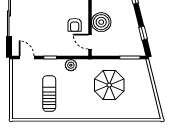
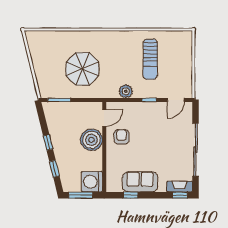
window: (143, 33) -> (48, 142), moved
door: (90, 42) -> (104, 118), hinge flipped
door: (27, 57) -> (176, 100), hinge flipped

